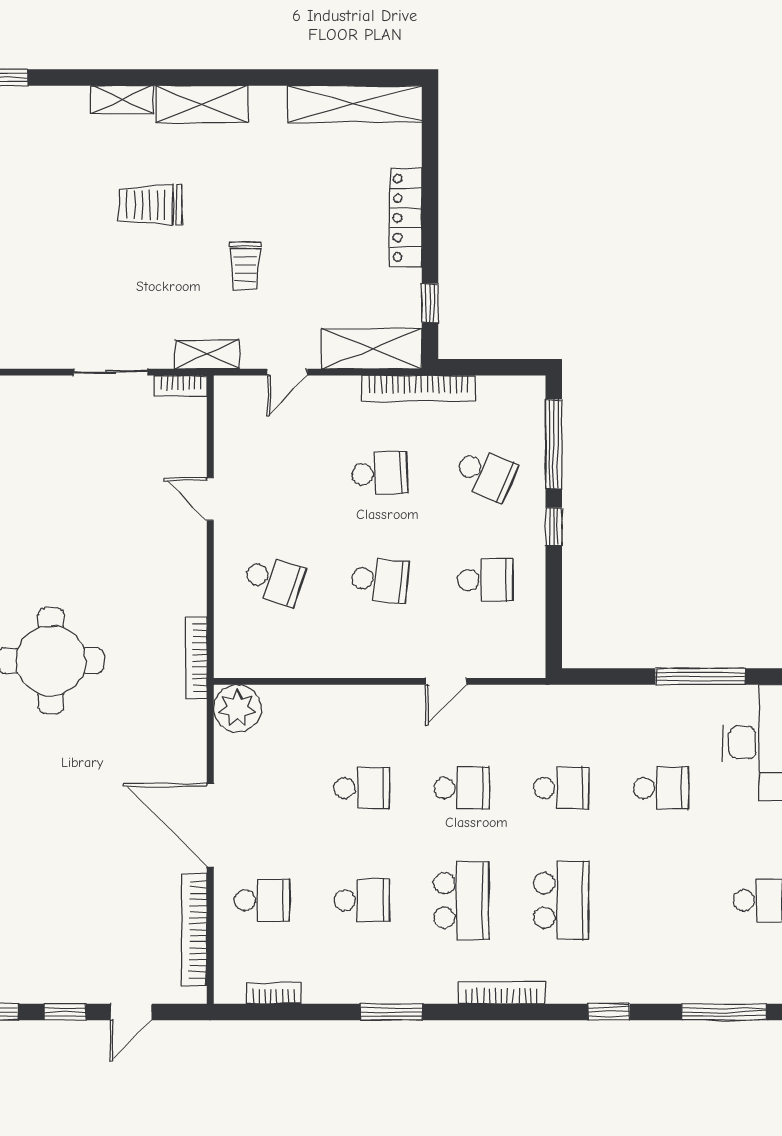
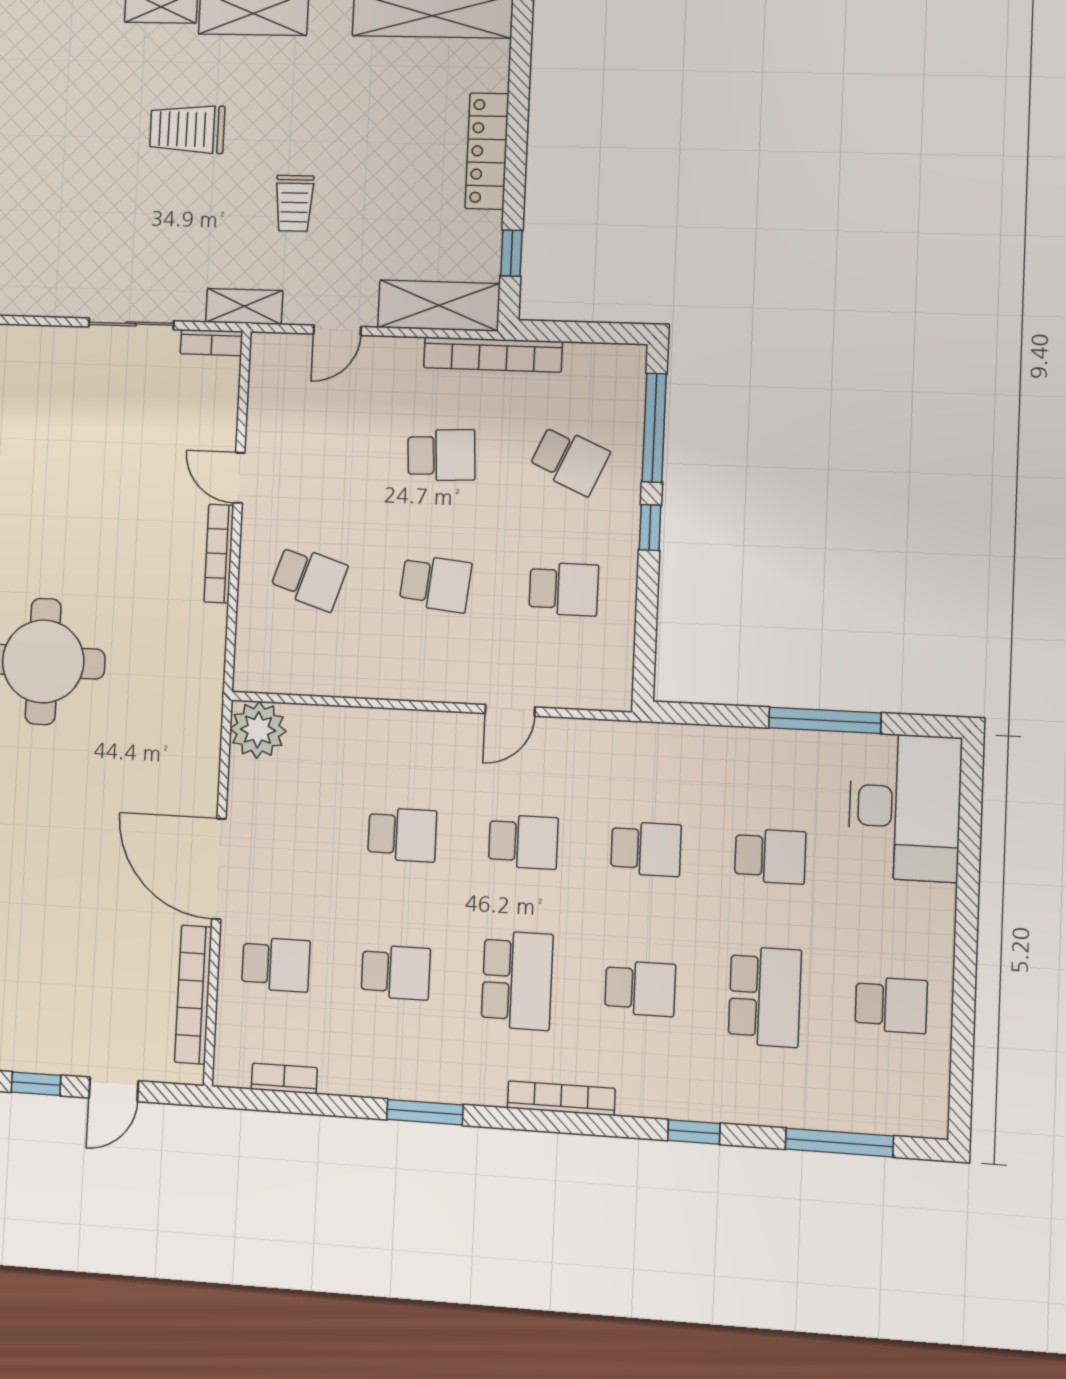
bookcase: (196, 658) -> (219, 554), moved
school desk: (561, 900) -> (640, 988), width x0.54
school desk: (661, 900) -> (765, 997), added

